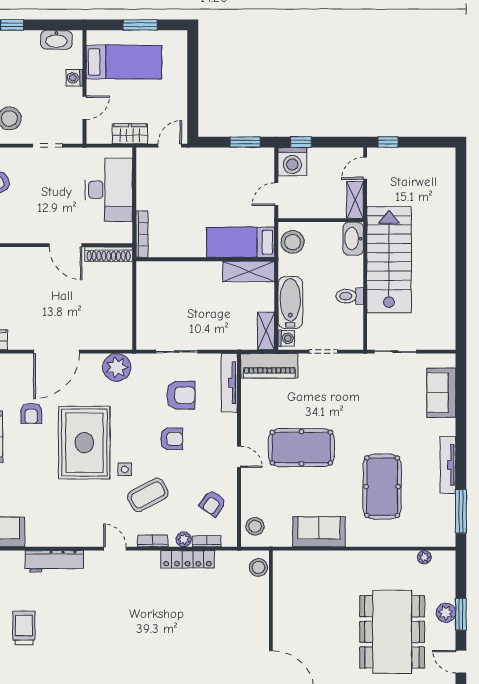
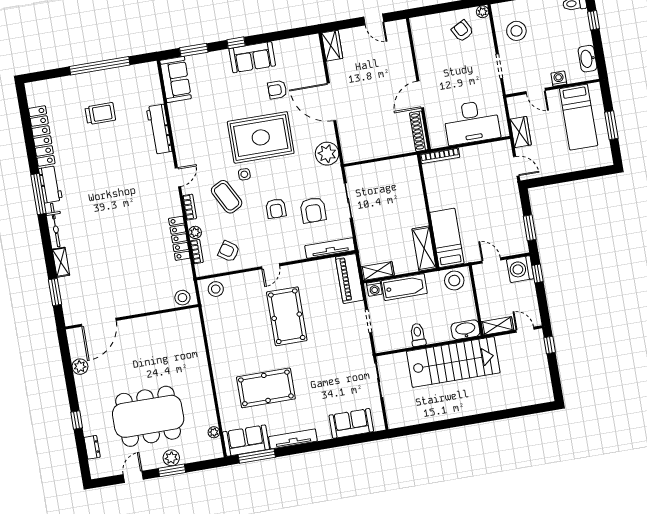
sofa: (319, 532) -> (246, 441), moved, turned -90

